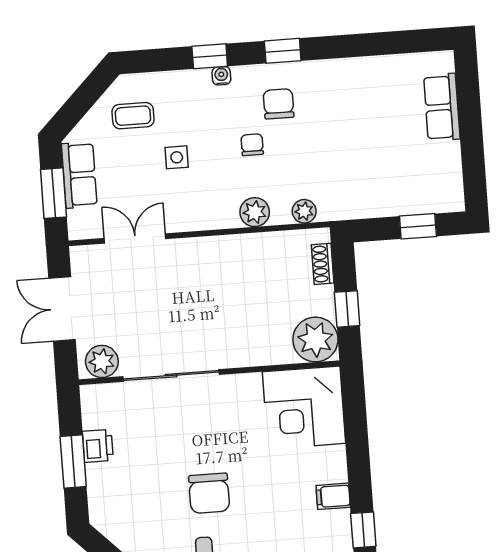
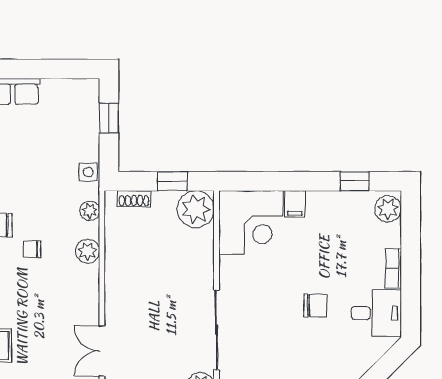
side table: (177, 157) -> (88, 172), moved
chair: (209, 493) -> (315, 306), width x0.73, depth x0.73
filing cabinet: (333, 496) -> (295, 204), moved

